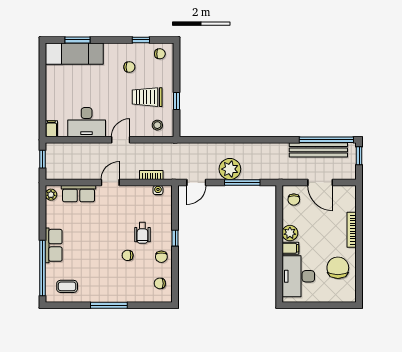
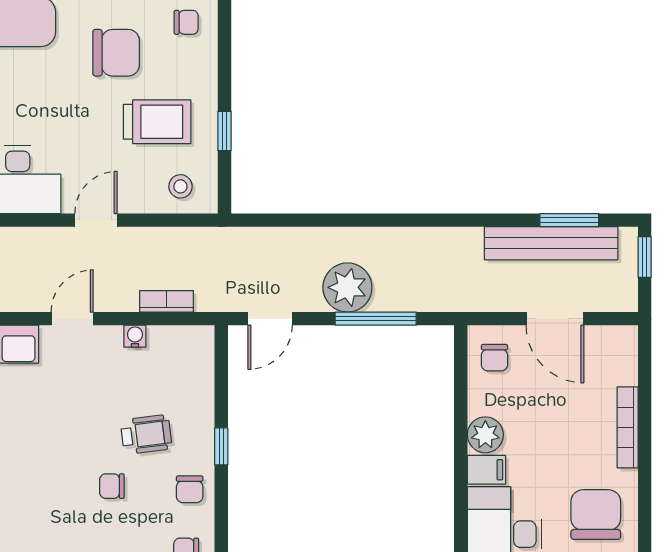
chair: (129, 67) -> (116, 53), width x1.87, depth x1.87
trolley: (147, 97) -> (157, 122), turned 180
window: (326, 140) -> (569, 220), width x0.47
water cooler: (158, 190) -> (135, 336), moved
wheelchair: (142, 233) -> (146, 434), turned -97

